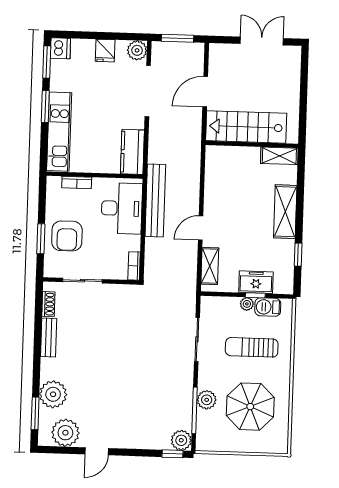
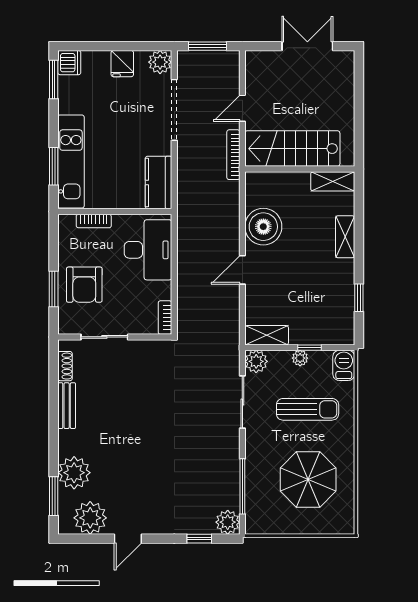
door: (205, 92) -> (242, 108), width x0.73
window: (45, 107) -> (54, 166), moved
bookcase: (196, 131) -> (233, 155), added
boiler: (220, 192) -> (263, 227), added
bench: (155, 200) -> (188, 239), removed
shelving: (285, 212) -> (345, 237), width x0.67, depth x0.75
shelving: (210, 266) -> (267, 335), moved, turned 90
freezer: (256, 282) -> (310, 332), removed
barbecue: (268, 307) -> (344, 365), moved, turned 90
sun lounger: (252, 347) -> (308, 409), turned 180
plant: (207, 400) -> (256, 361), moved
window: (172, 454) -> (199, 539), moved

